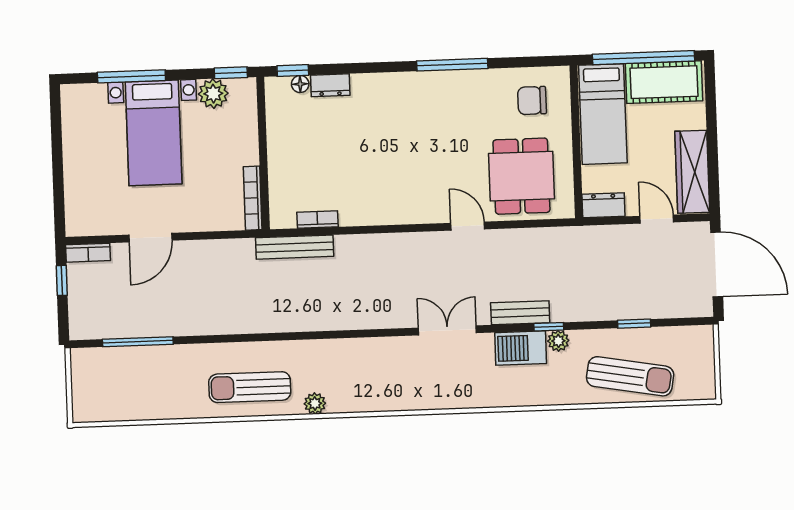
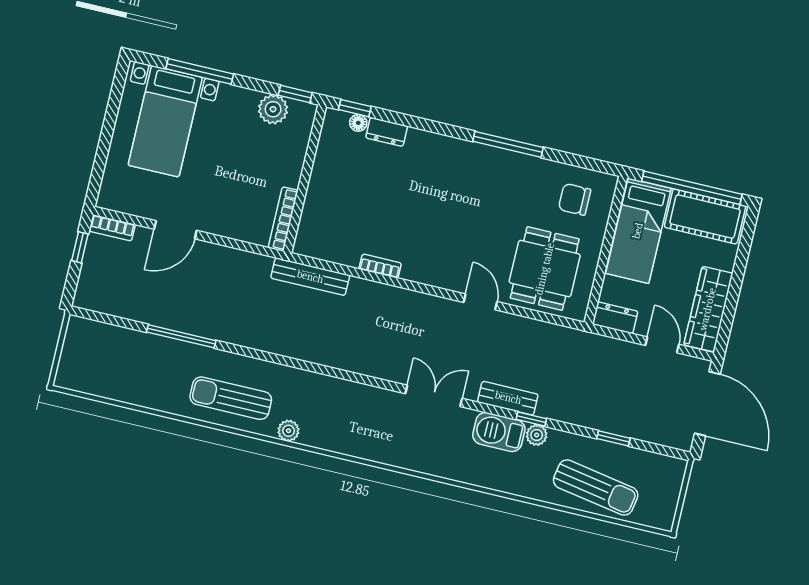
bed with nightstands: (154, 133) -> (165, 121), moved
bookcase: (318, 220) -> (380, 266), moved
window: (138, 342) -> (181, 336), moved

